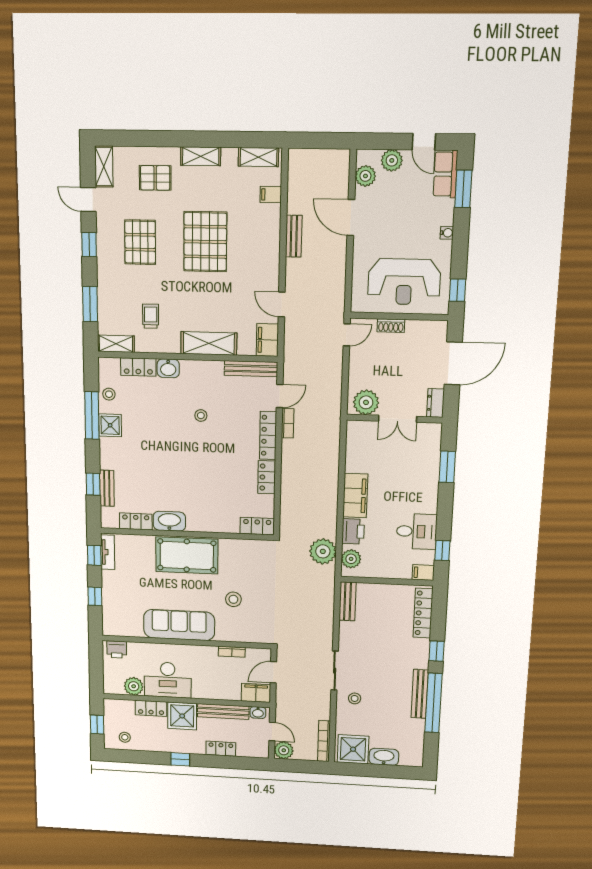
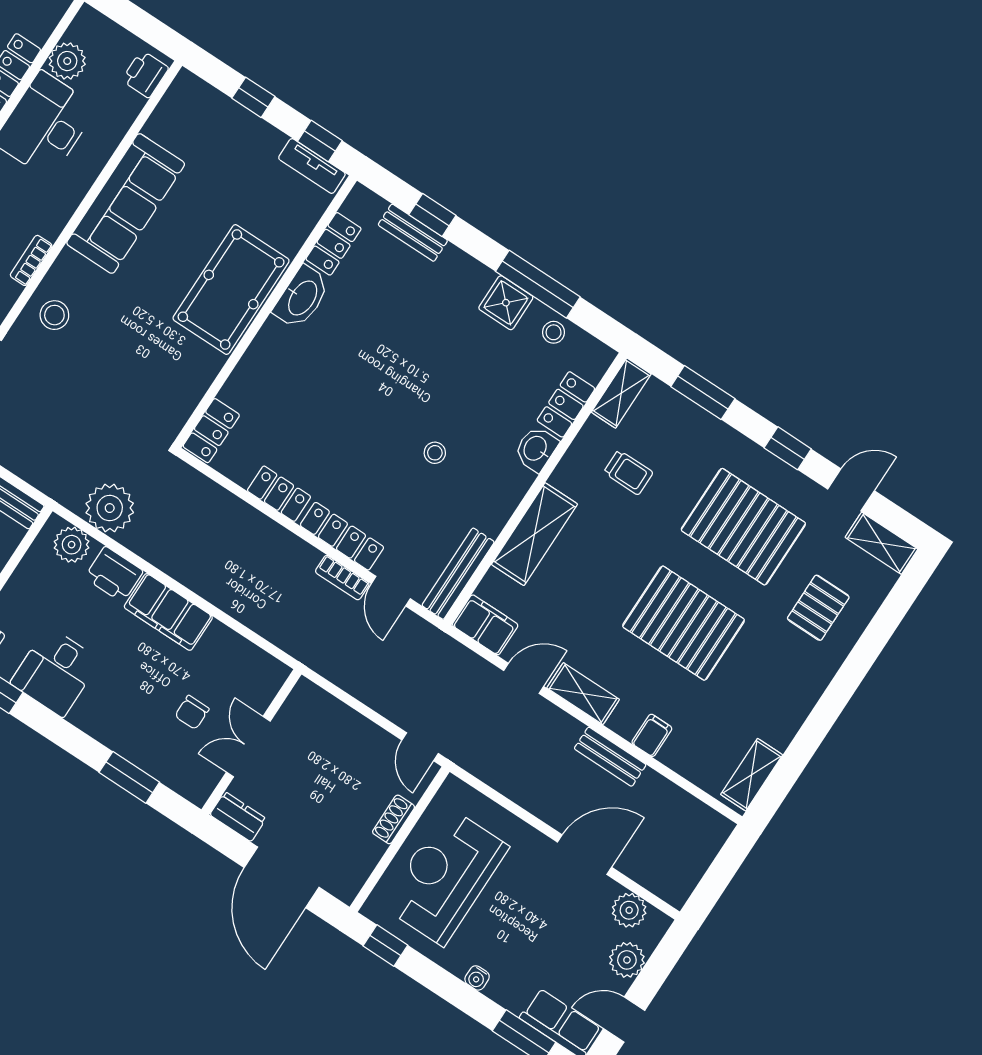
shelving: (201, 156) -> (583, 694), moved, turned 90
filing cabinet: (271, 195) -> (652, 735), moved
pallet: (140, 242) -> (743, 527), width x1.37, depth x1.41
plant: (366, 402) -> (302, 715), removed
chair: (397, 456) -> (192, 712), added
stool: (233, 599) -> (54, 315), moved

